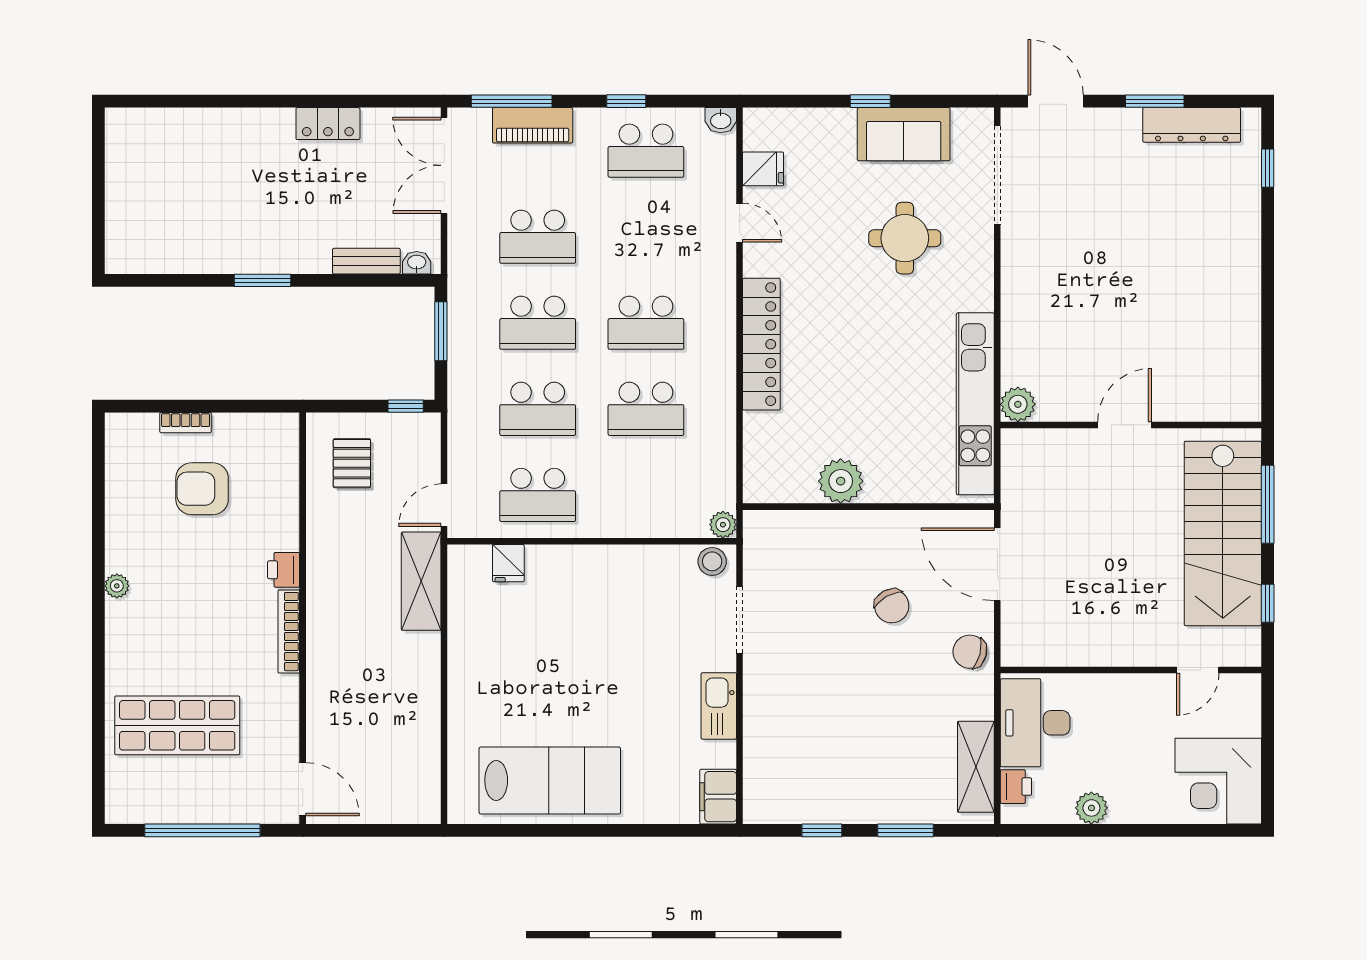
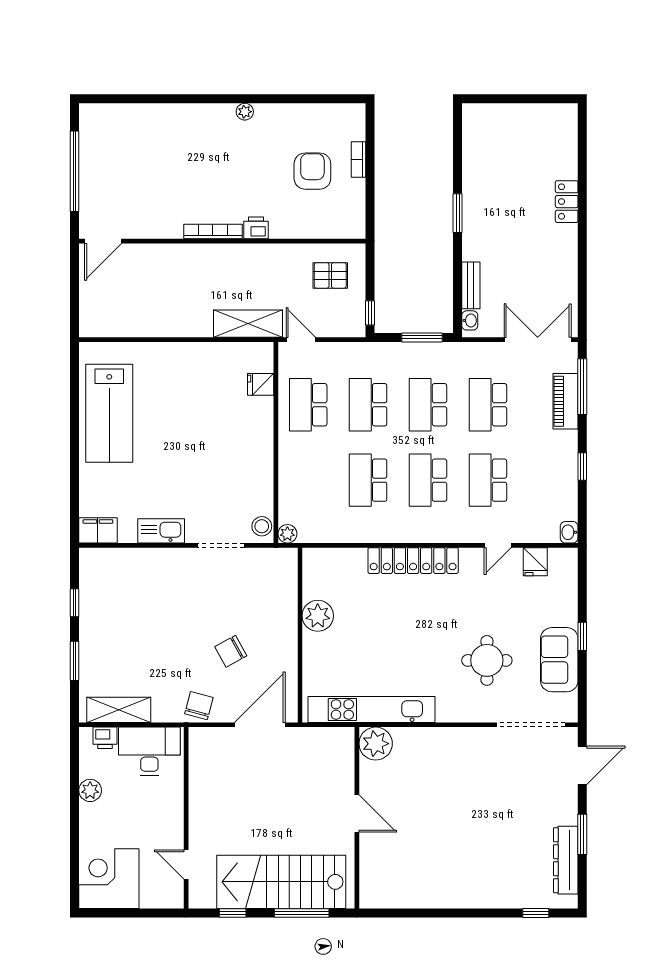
locker: (328, 124) -> (567, 202), moved
school desk: (646, 151) -> (488, 480), moved
plant: (1018, 404) -> (376, 744), width x1.36, depth x1.36
shop shelf: (177, 725) -> (148, 154), removed

